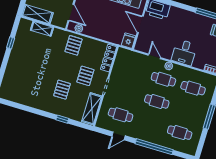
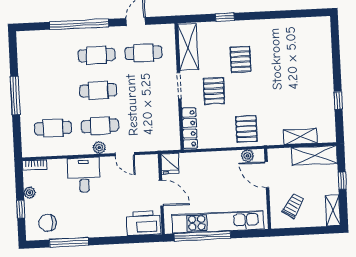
cafe table: (180, 133) -> (97, 55), moved

